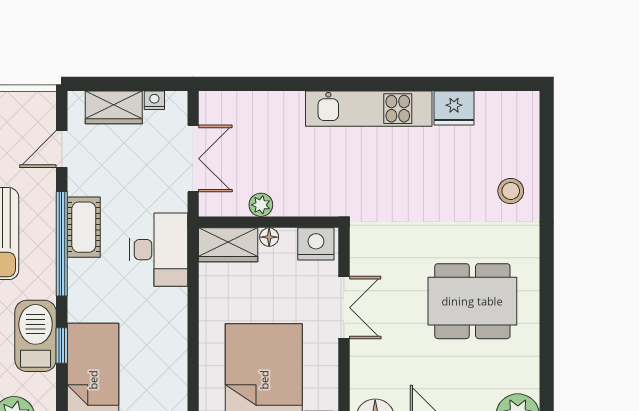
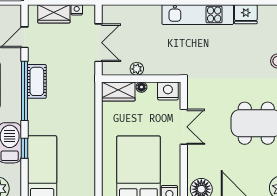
desk: (159, 250) -> (79, 94), removed

